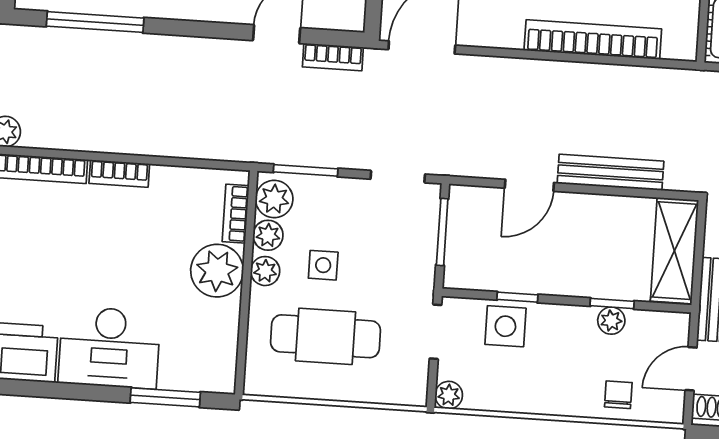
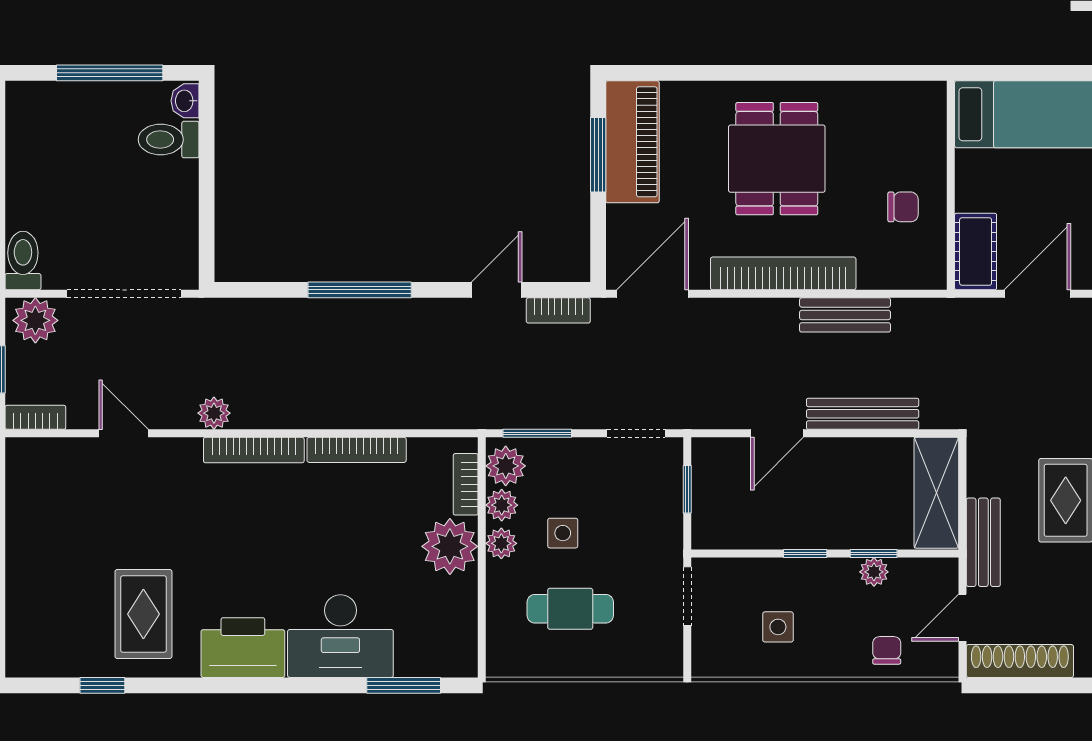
window: (95, 22) -> (360, 290), moved
bookcase: (593, 40) -> (783, 273), moved
bench: (600, 79) -> (845, 315), added
bookcase: (119, 174) -> (357, 450), width x1.56
window: (442, 232) -> (687, 489), width x0.67
window: (517, 297) -> (805, 553), moved
side table: (505, 326) -> (778, 627), moved, width x0.73, depth x0.73
cafe table: (326, 336) -> (570, 609), width x0.73, depth x0.74
plant: (449, 395) -> (706, 663), removed

